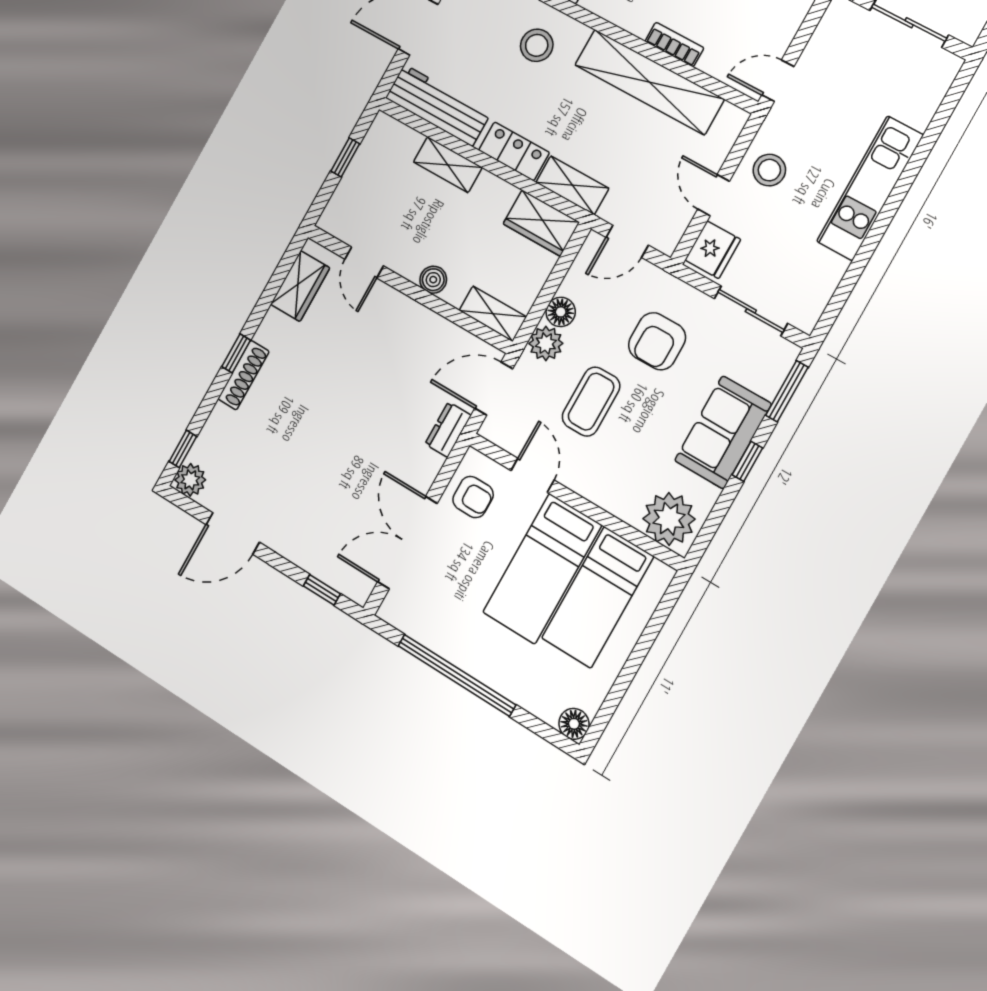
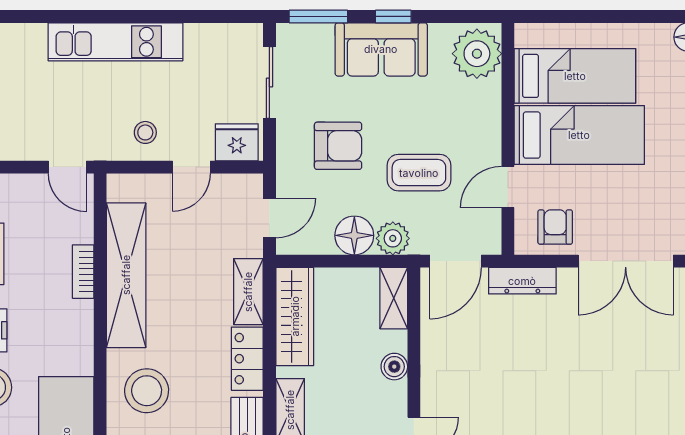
stool: (537, 45) -> (147, 391), width x1.38, depth x1.38
stool: (769, 170) -> (145, 132), width x0.73, depth x0.73
wardrobe: (541, 223) -> (295, 316), width x1.50
door: (627, 241) -> (269, 218), hinge flipped
floor lamp: (561, 312) -> (354, 235), width x1.38, depth x1.38
door: (494, 389) -> (456, 261), hinge flipped
dresser: (448, 430) -> (522, 281), width x1.44

